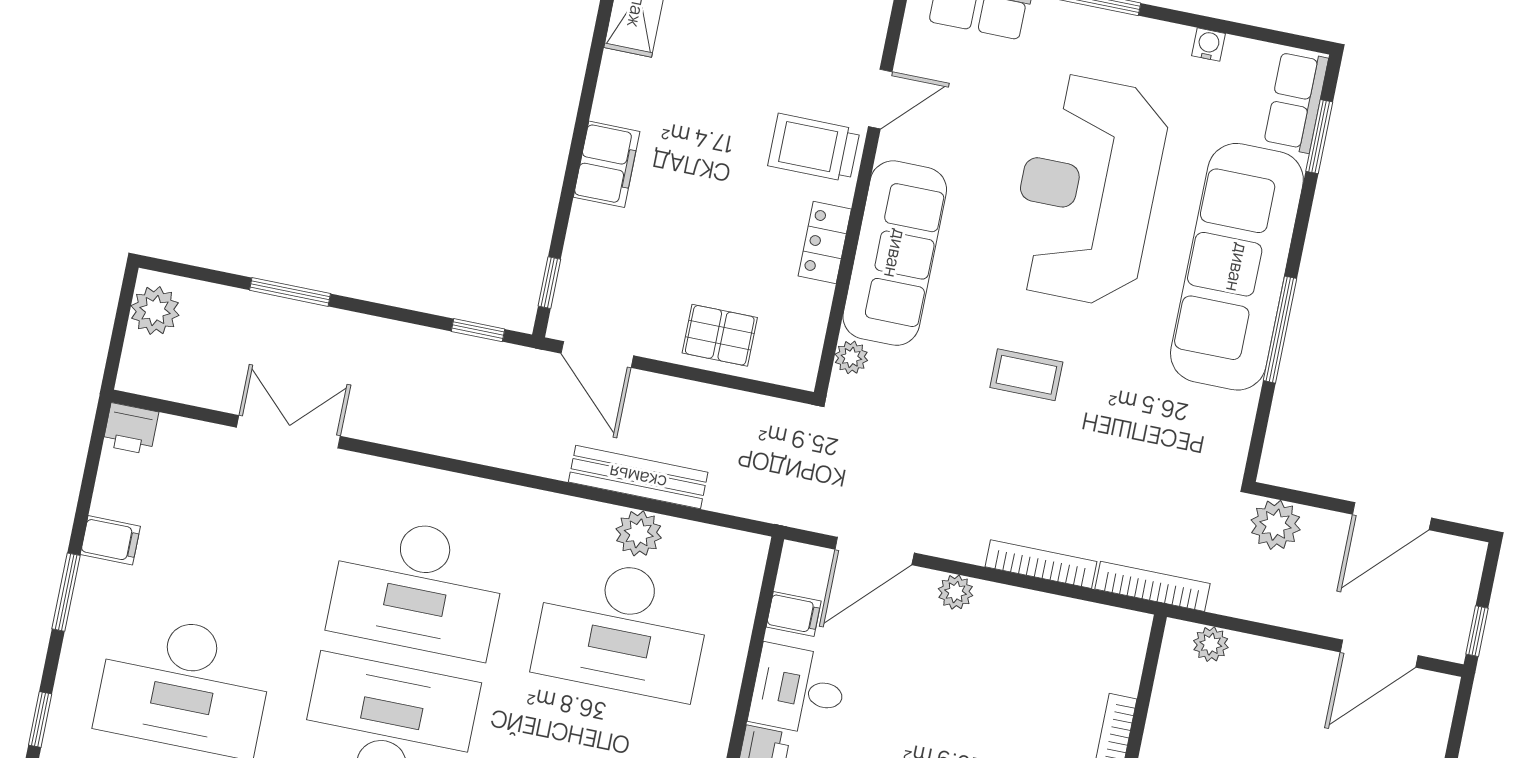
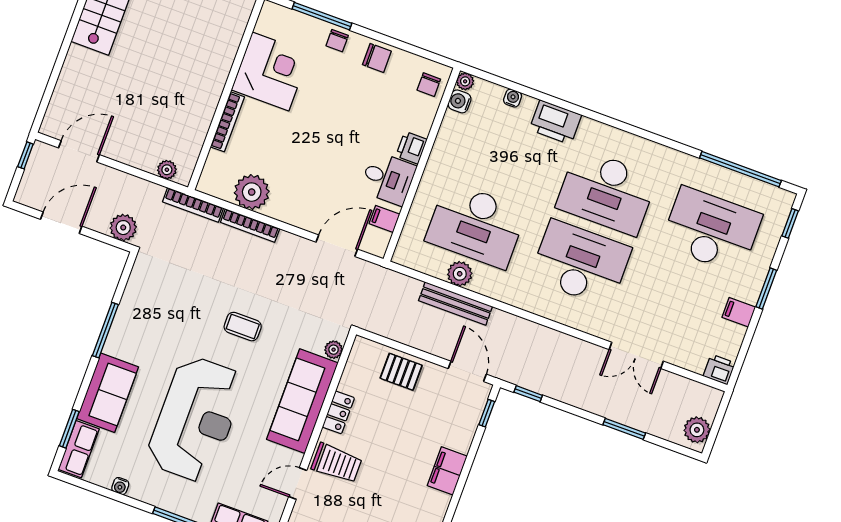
sofa: (1237, 267) -> (108, 393), width x0.54, depth x0.79
plant: (956, 592) -> (252, 192), moved, width x1.88, depth x1.88
desk: (622, 628) -> (476, 225), turned 180

